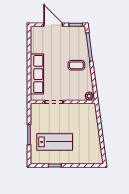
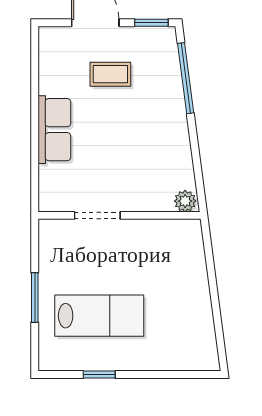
coffee table: (76, 65) -> (110, 74), moved
row of seats: (37, 74) -> (54, 130), width x0.68

